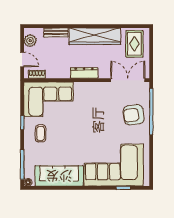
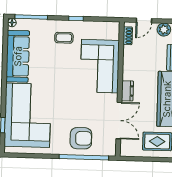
dresser: (84, 73) -> (127, 91), width x0.70
double door: (128, 80) -> (119, 121), moved
corner sofa: (49, 99) -> (100, 66), moved
armchair: (134, 115) -> (81, 138), turned 98

